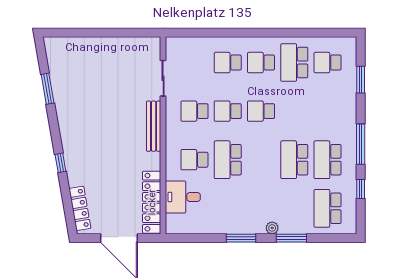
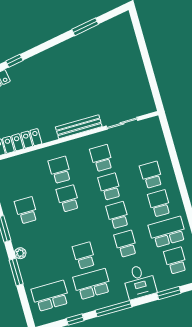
school desk: (294, 111) -> (126, 244), added
school desk: (228, 160) -> (68, 199), width x0.54
school desk: (294, 160) -> (84, 256), width x0.54
window: (60, 163) -> (14, 61), moved
desk: (183, 197) -> (139, 282), moved, turned 180
school desk: (228, 208) -> (26, 210), added

